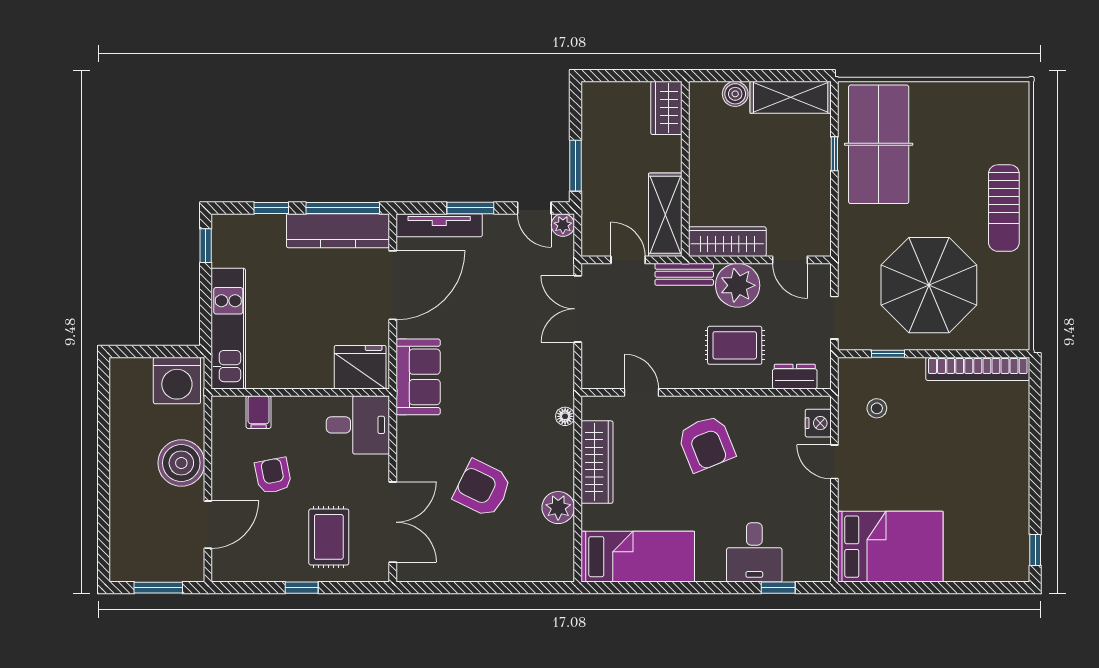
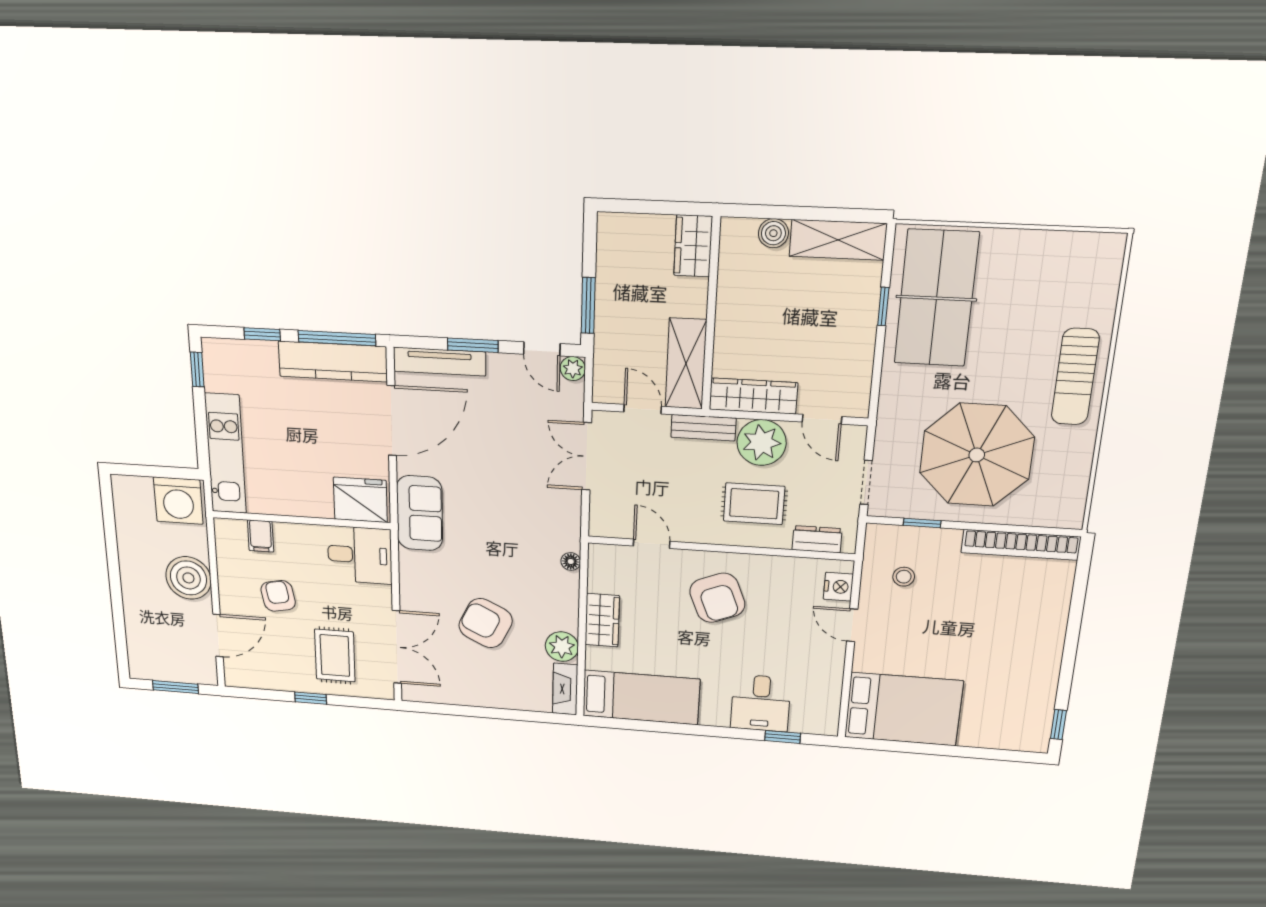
wardrobe: (597, 462) -> (602, 620), width x0.67
fireplace: (562, 554) -> (565, 689), added

